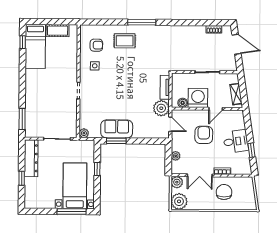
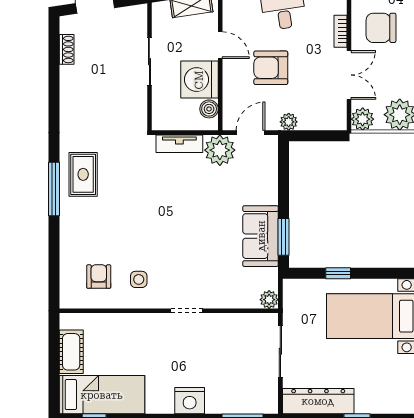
rug: (125, 41) -> (83, 174), moved
nightstand: (32, 92) -> (190, 401), added
plant: (176, 156) -> (289, 122), moved

